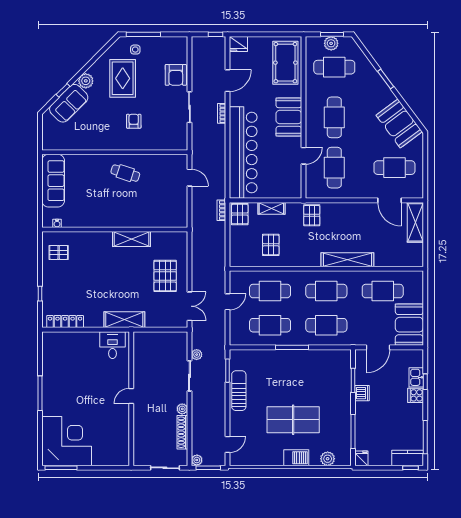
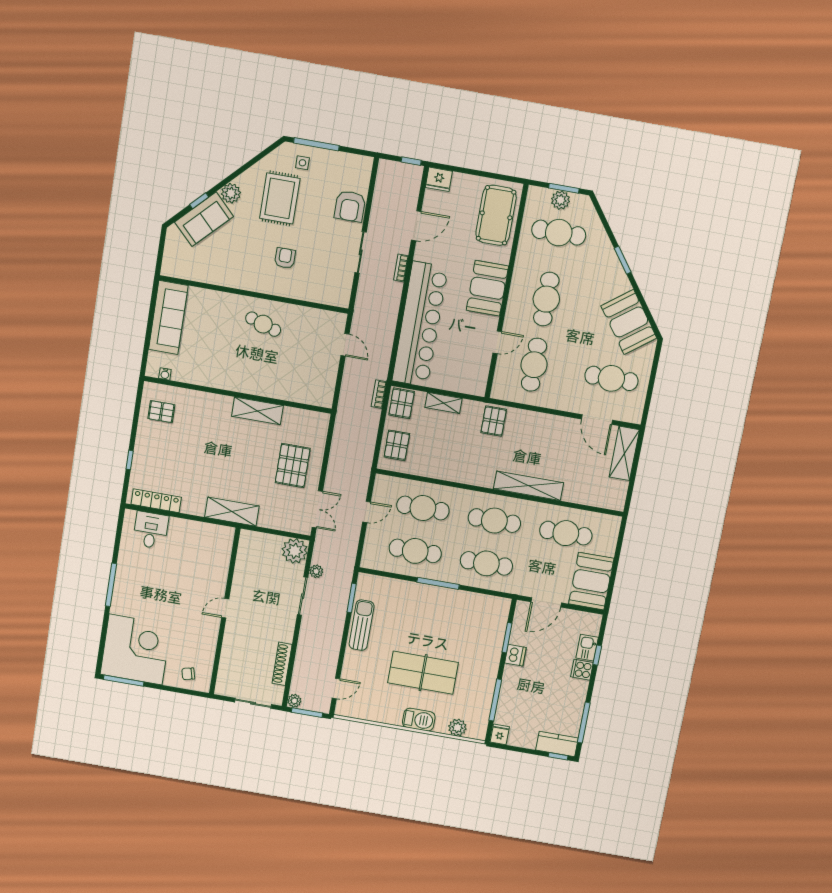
pallet: (271, 245) -> (397, 445), moved
desk: (113, 345) -> (151, 530), moved
plant: (182, 409) -> (295, 551), moved, width x1.87, depth x1.87
chair: (111, 453) -> (188, 674), added

